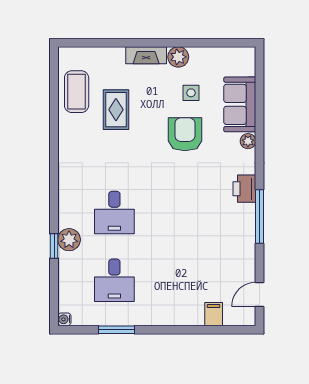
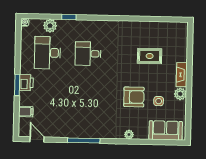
coffee table: (77, 92) -> (161, 33), removed
sofa: (240, 104) -> (166, 130), moved
printer: (244, 189) -> (26, 83), moved, turned 90
plant: (69, 240) -> (50, 26), moved
desk: (114, 280) -> (48, 53), width x1.37
window: (116, 330) -> (17, 85), moved

